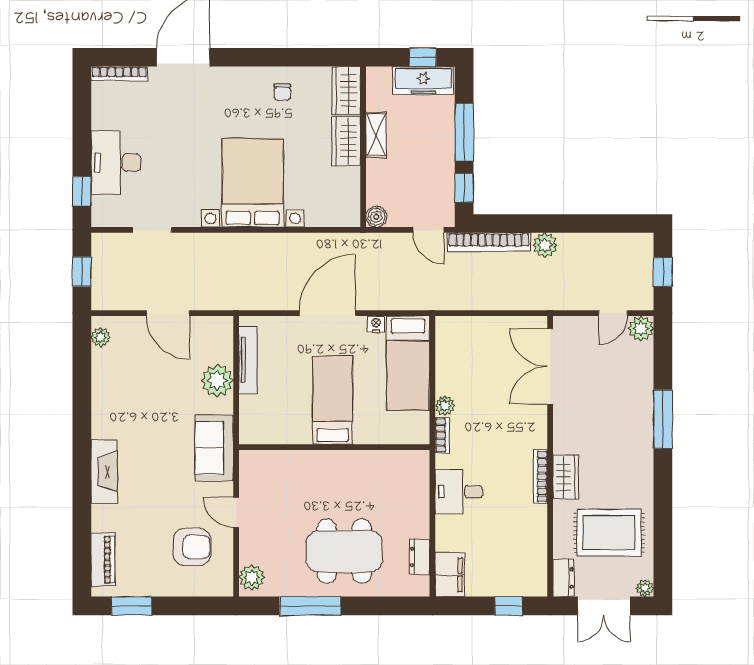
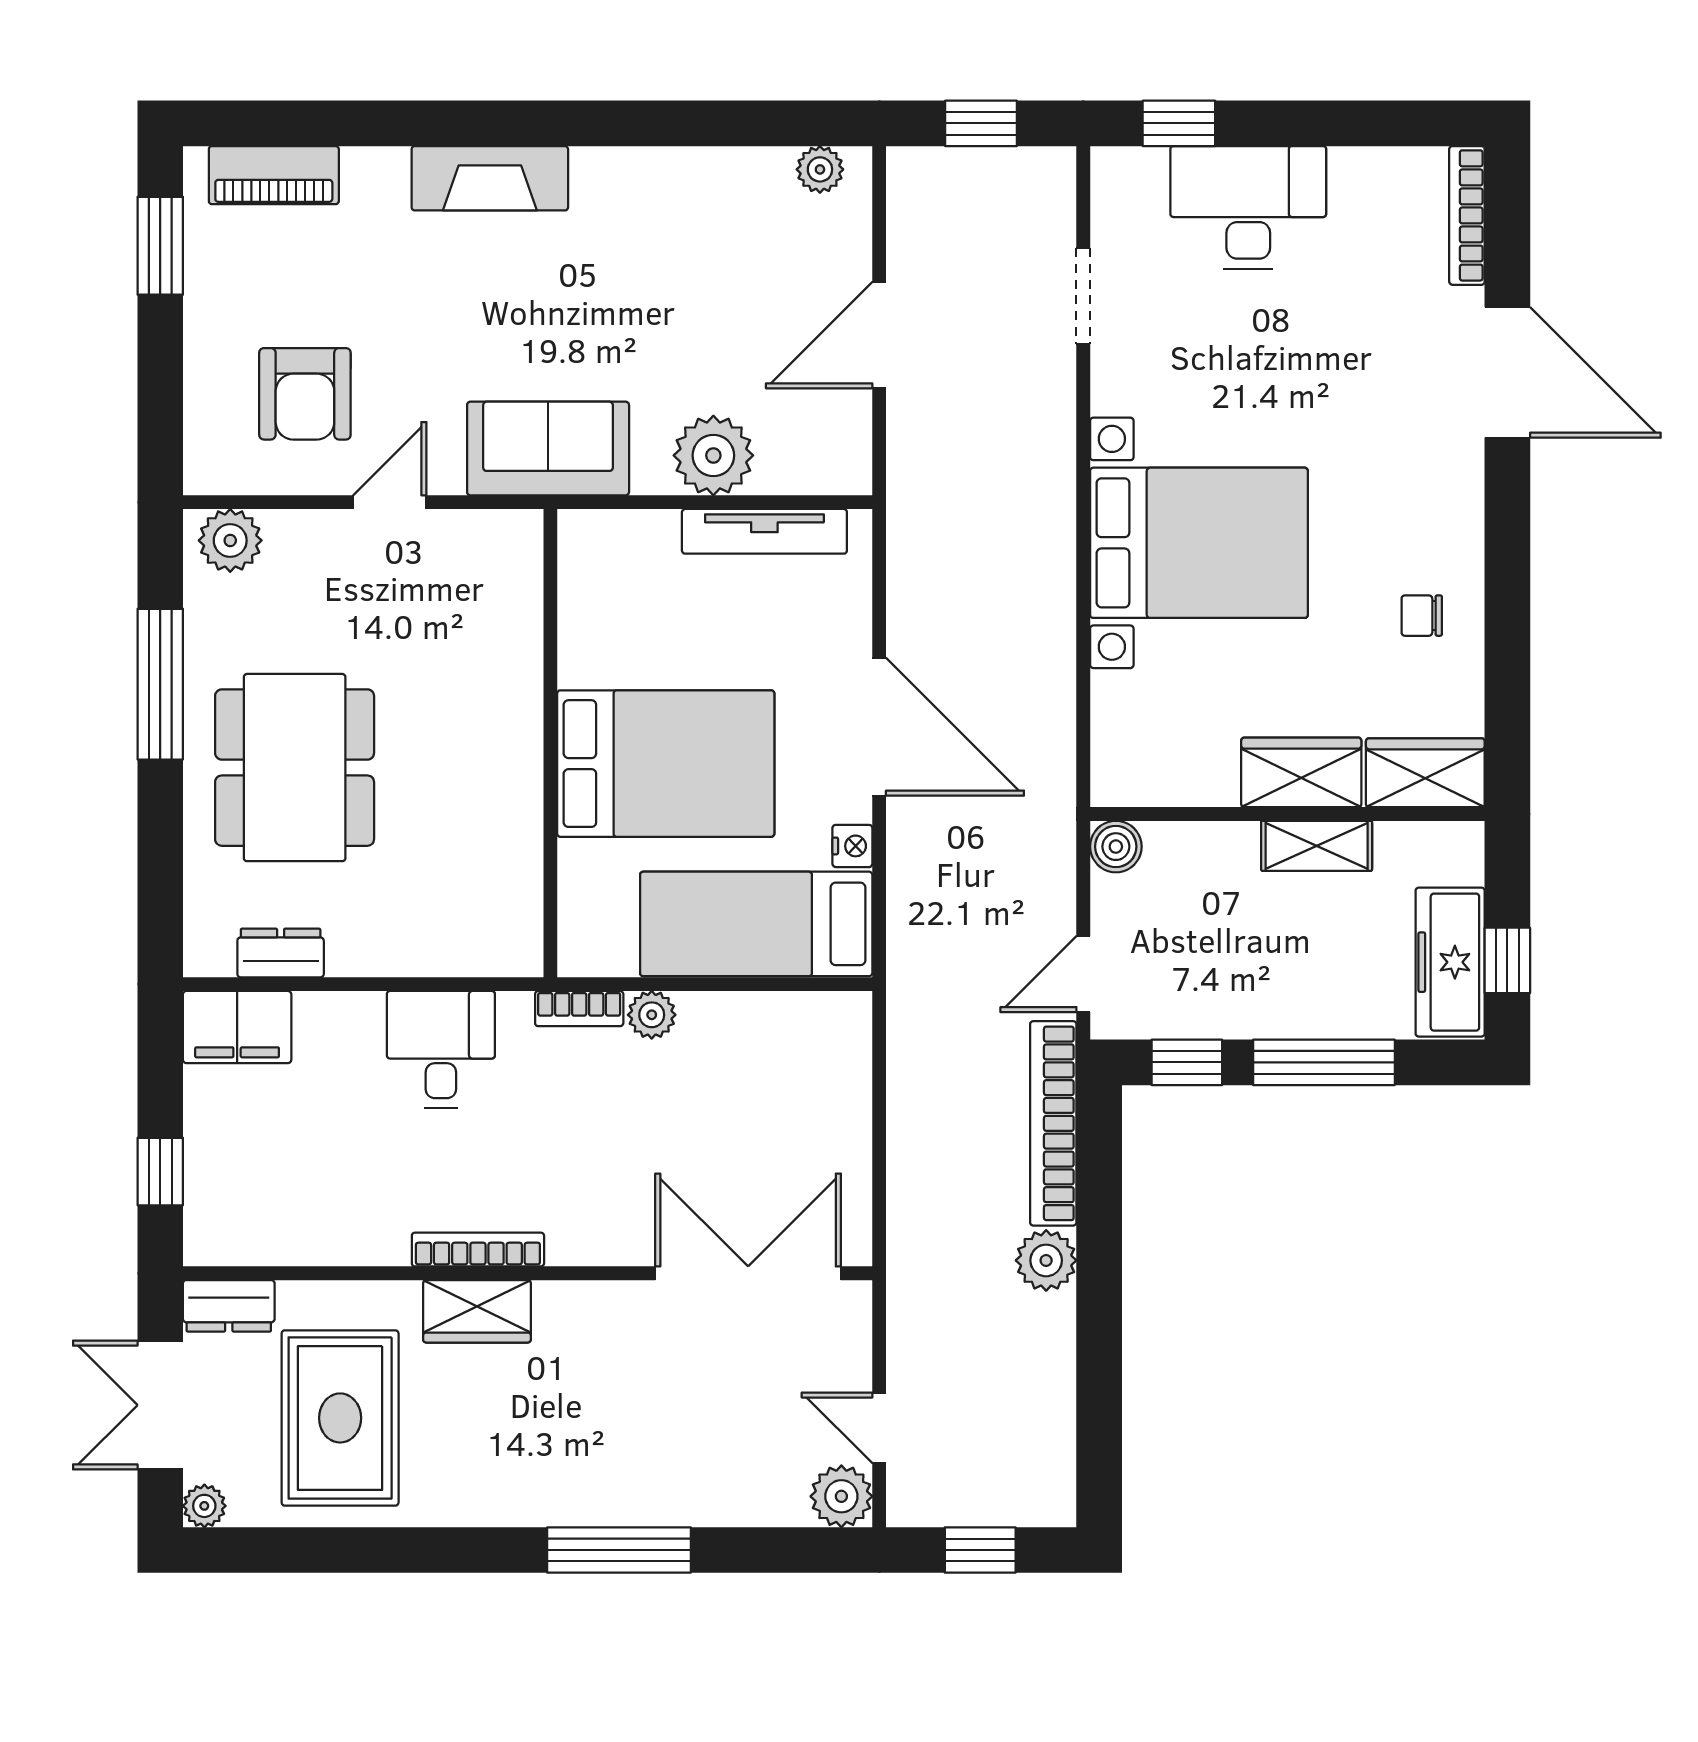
bed: (333, 400) -> (666, 764), width x1.50

